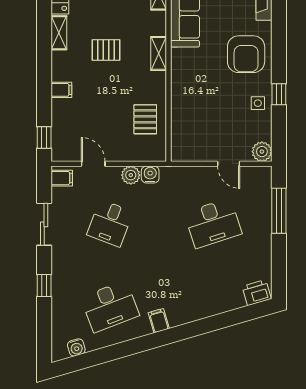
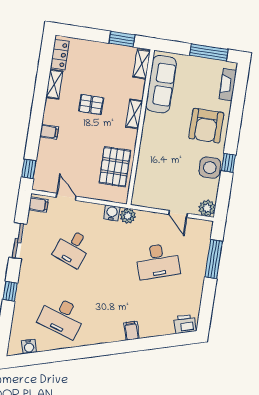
side table: (258, 103) -> (210, 168), width x1.87, depth x1.87
pallet: (145, 119) -> (115, 167), width x1.50, depth x1.42
plant: (131, 175) -> (128, 216), moved
desk: (110, 306) -> (62, 317), turned 39
filing cabinet: (159, 321) -> (131, 331), moved

